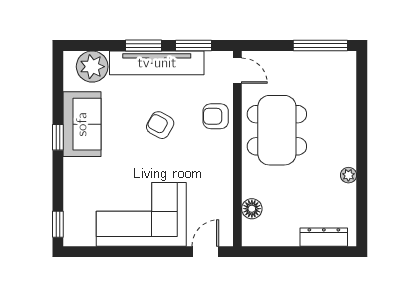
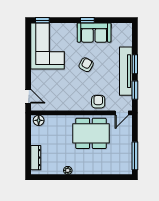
plant: (92, 67) -> (124, 38), removed
armchair: (160, 125) -> (86, 65), moved
floor lamp: (252, 209) -> (39, 120), moved
corner sofa: (141, 214) -> (47, 46), moved

